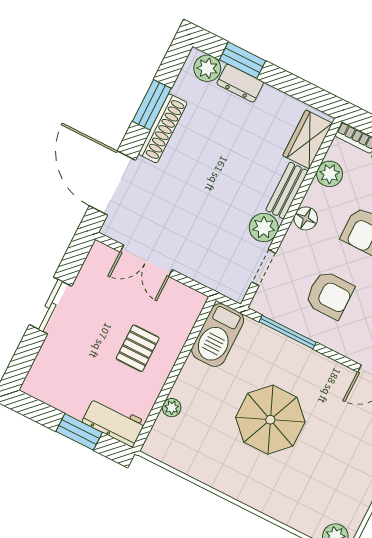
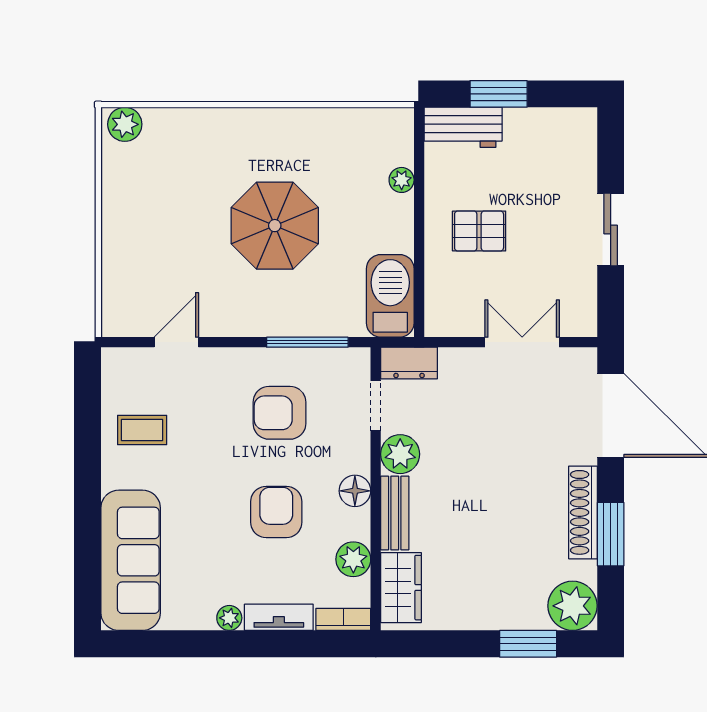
plant: (207, 68) -> (573, 606), width x1.36, depth x1.36
dresser: (240, 83) -> (409, 363), moved, turned 180
pallet: (138, 348) -> (479, 231), turned 90

